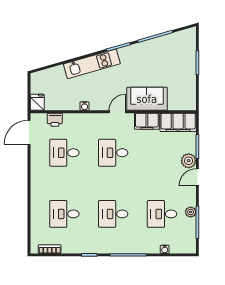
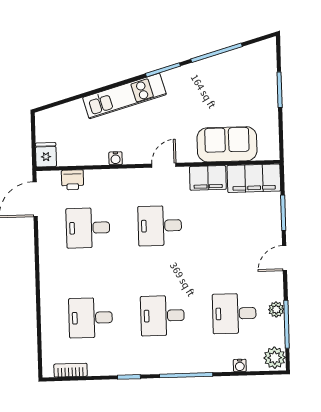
sofa: (147, 99) -> (227, 144), moved
plant: (189, 161) -> (275, 358), moved

